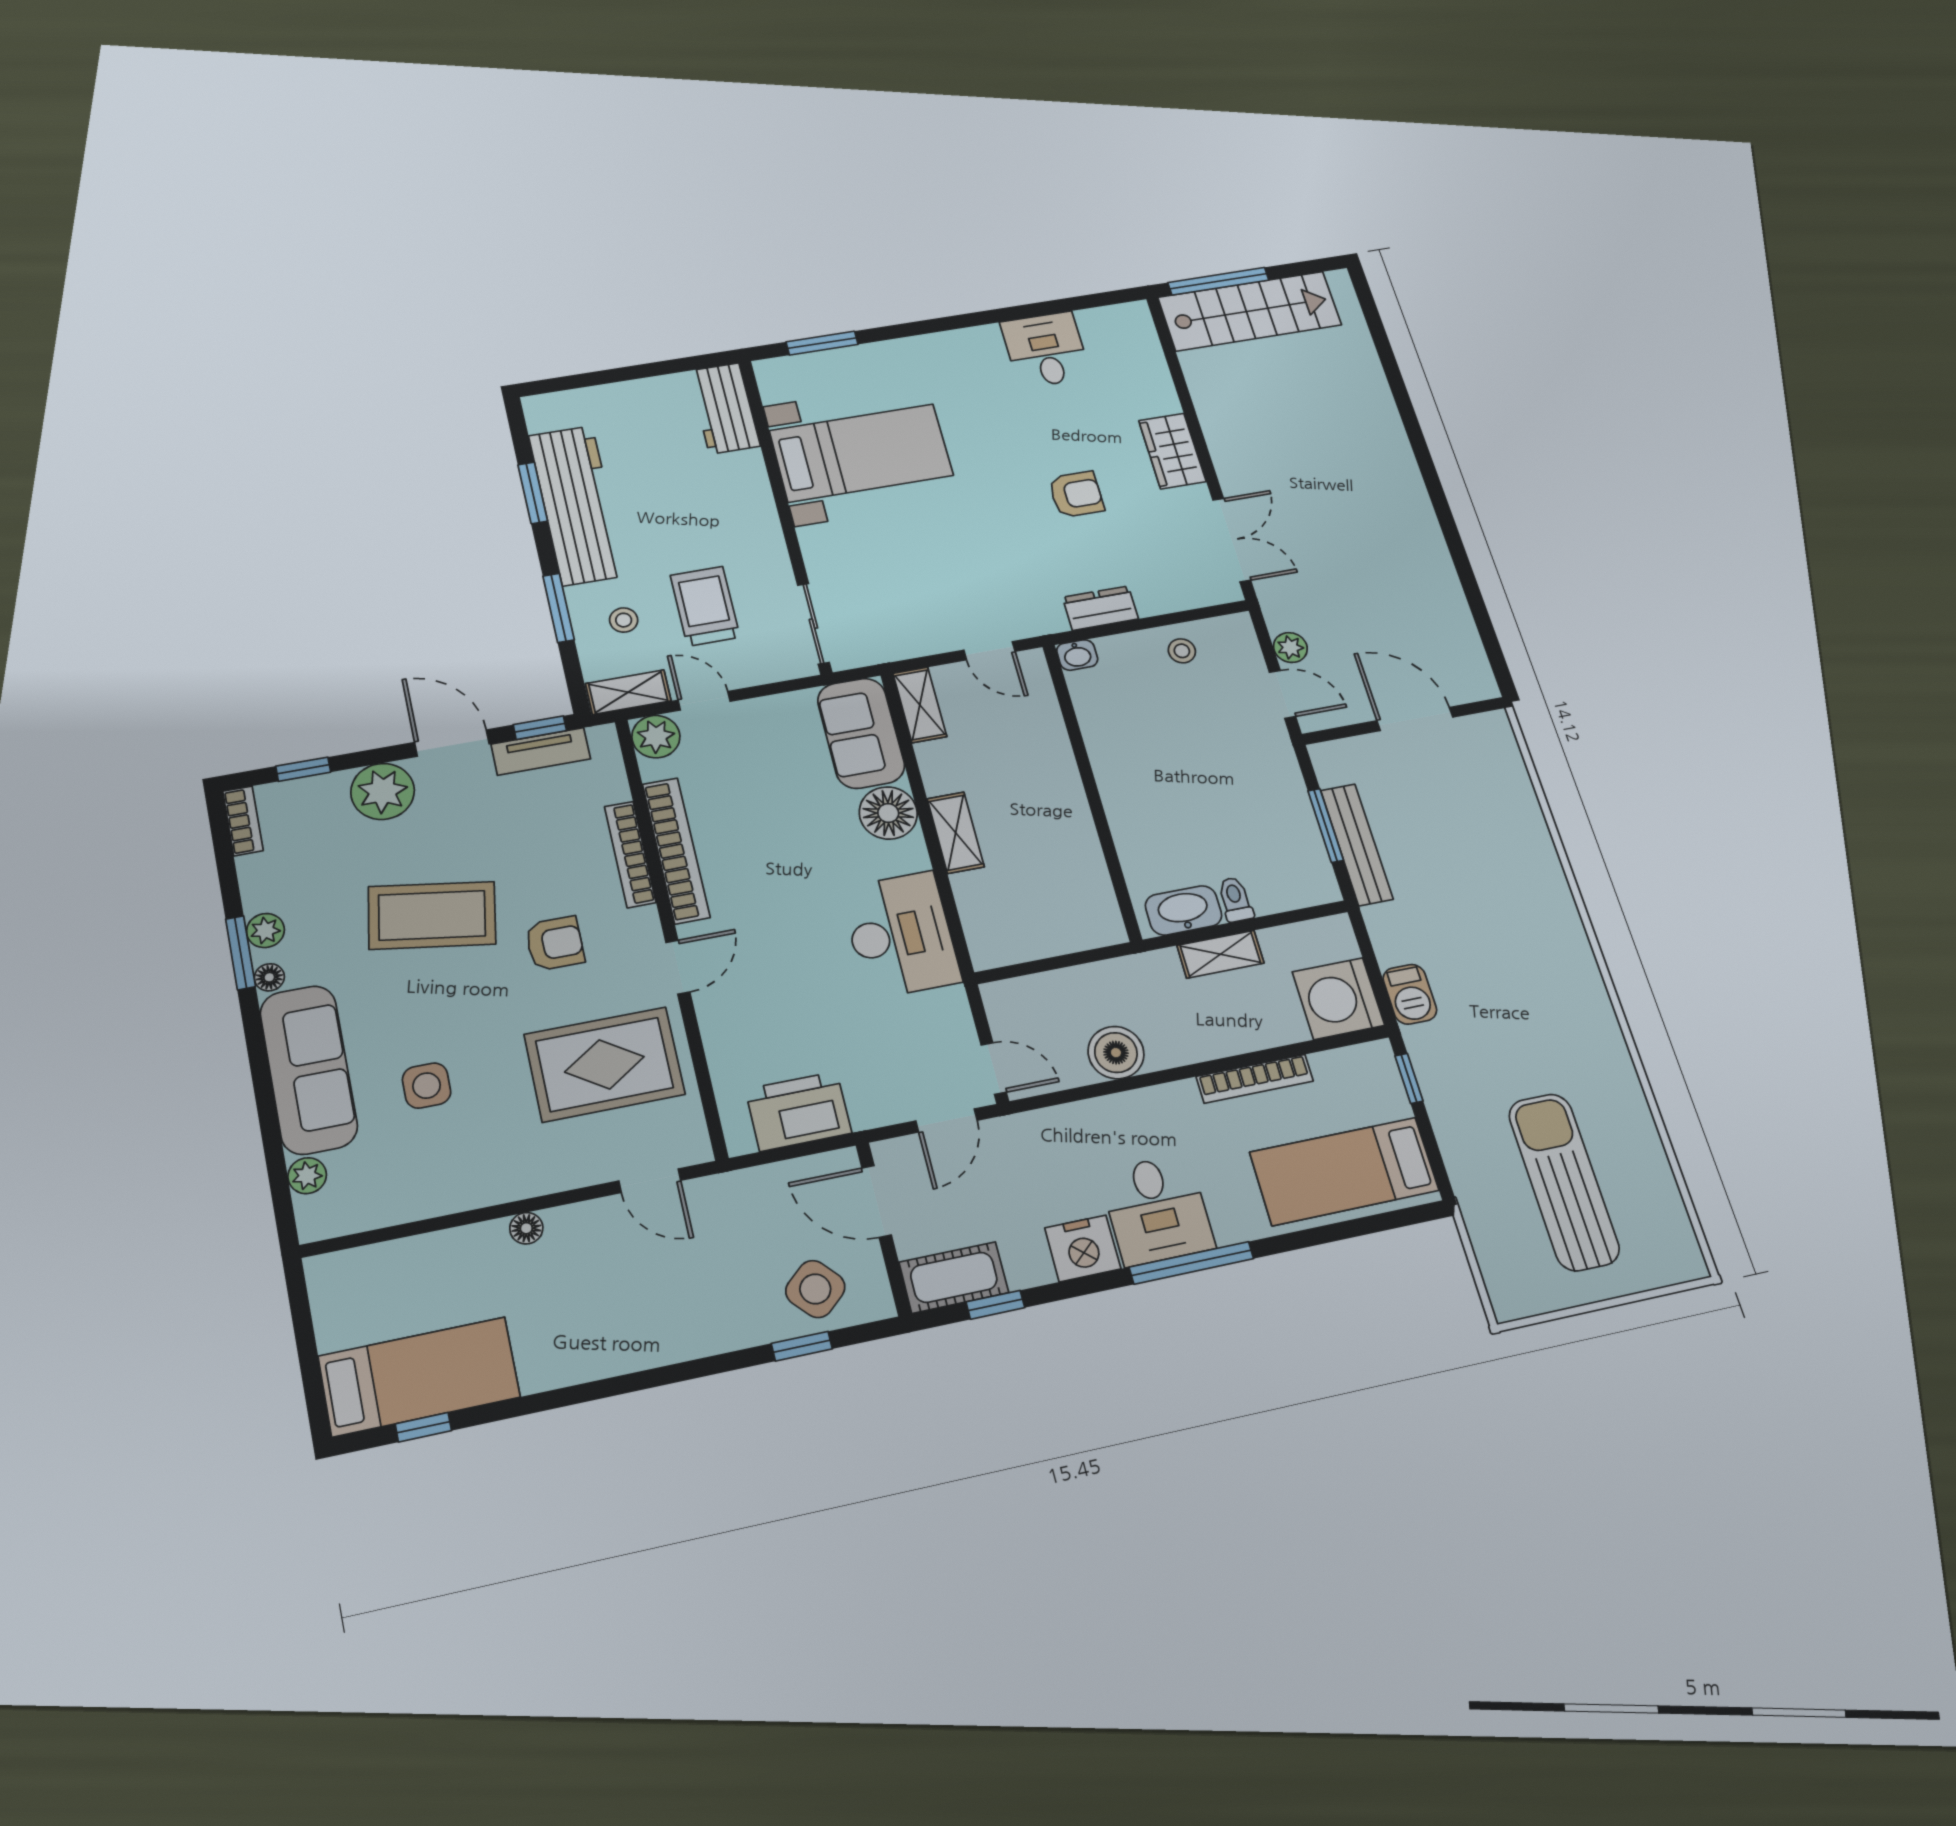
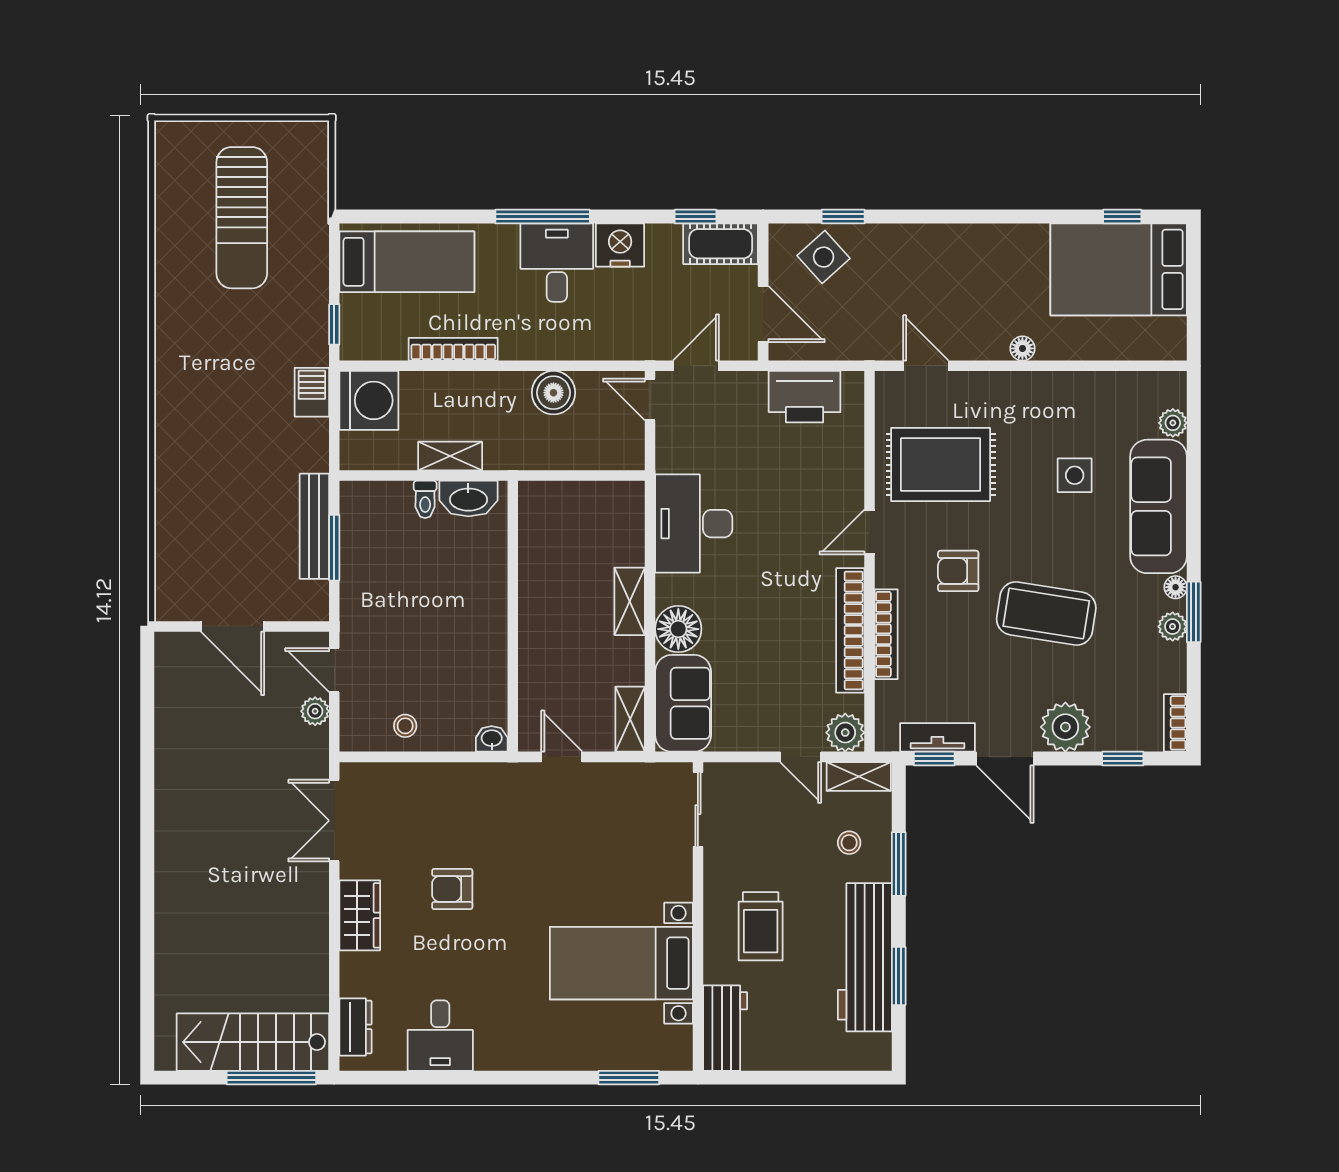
trolley: (705, 606) -> (761, 926), moved
dresser: (1100, 608) -> (356, 1027), moved, turned -90
bed: (419, 1377) -> (1119, 269), width x1.50

